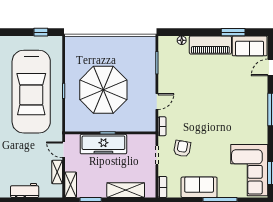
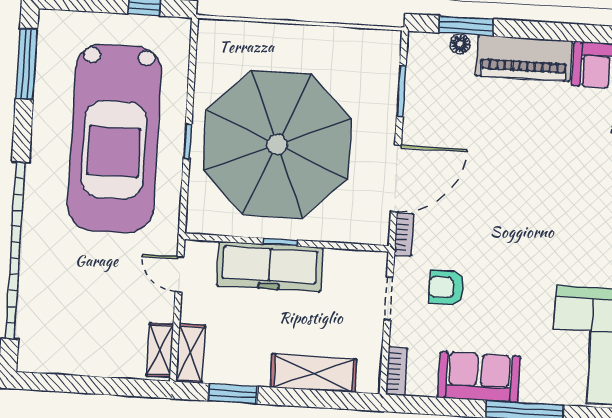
window: (233, 32) -> (466, 26), moved
parasol: (103, 90) -> (277, 144), width x1.36, depth x1.36
door: (157, 102) -> (396, 178), width x1.87
armchair: (182, 149) -> (446, 287), turned -100
shelving: (57, 172) -> (160, 350), moved
workbench: (25, 190) -> (86, 360), removed

